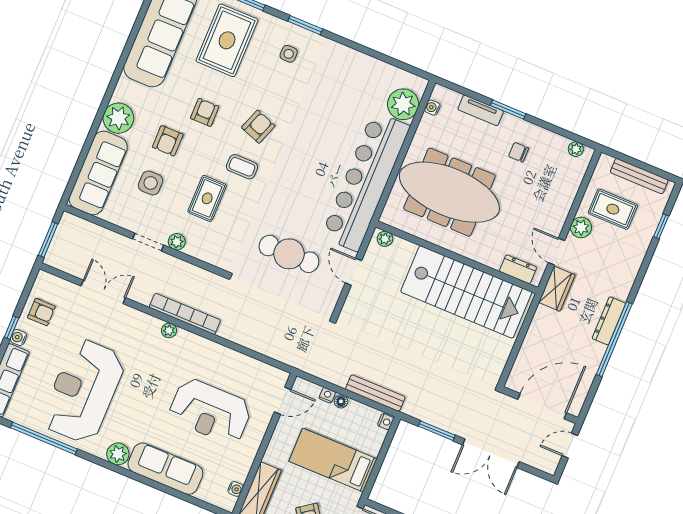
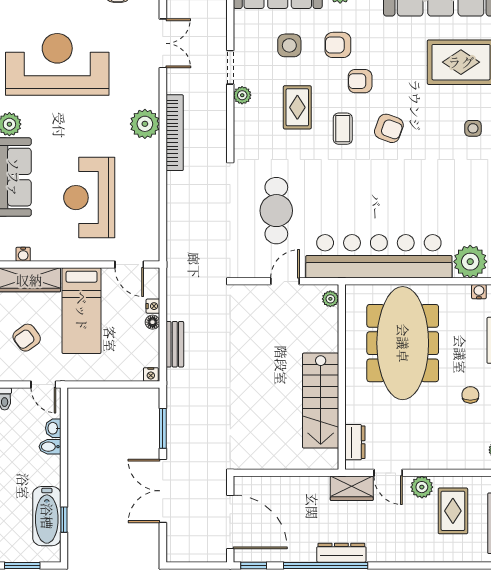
armchair: (205, 112) -> (360, 81), moved, turned 180
rug: (207, 198) -> (297, 107), turned 90
window: (661, 226) -> (254, 565), moved
door: (556, 252) -> (388, 473), swing flipped
stairs: (466, 292) -> (321, 401), width x0.73, depth x0.66
plant: (169, 330) -> (145, 124), width x1.88, depth x1.88
bench: (375, 393) -> (175, 344), width x0.73
door: (570, 446) -> (203, 565), removed
bed: (333, 460) -> (82, 311), moved, turned 180

